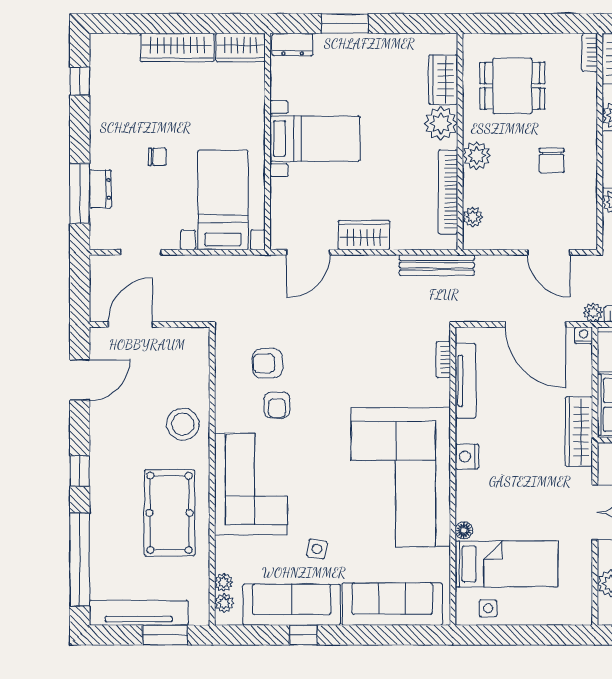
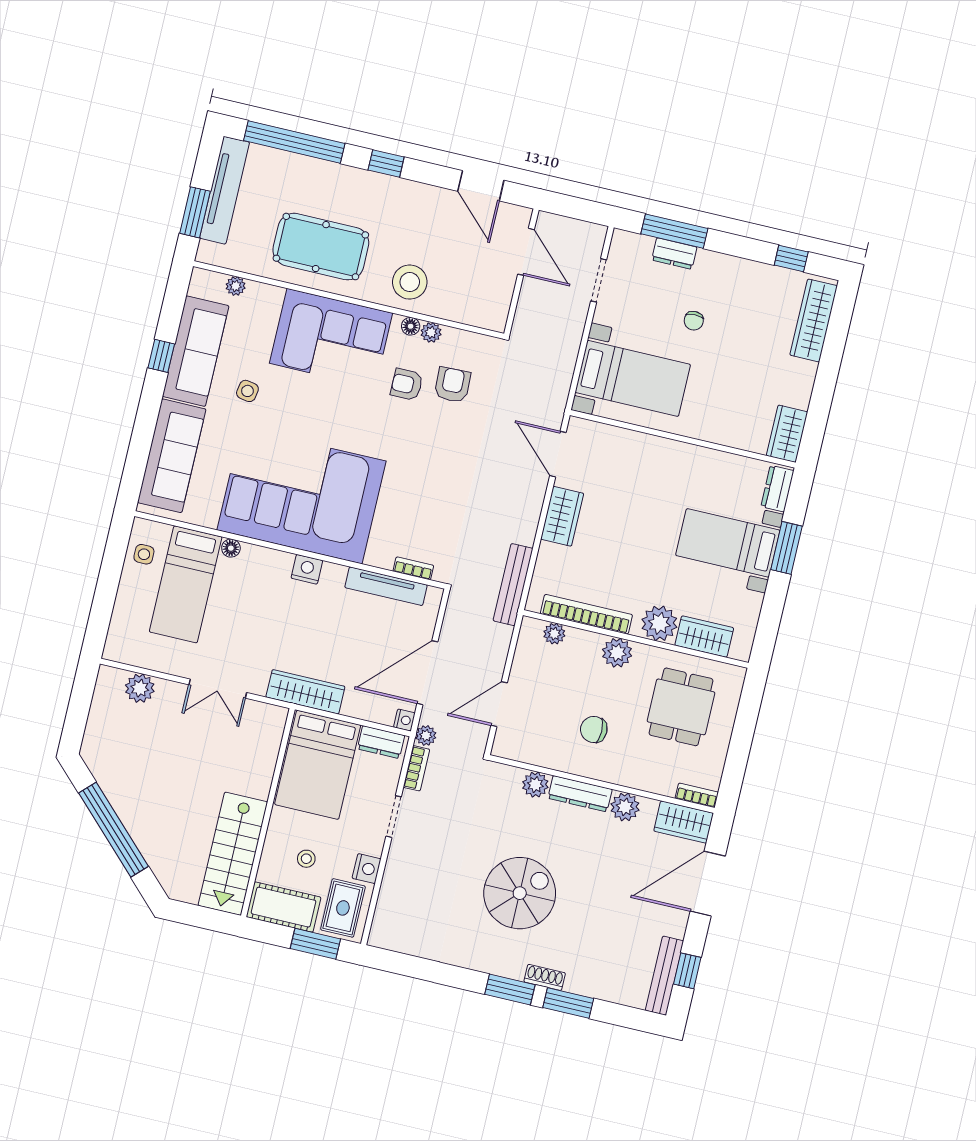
wardrobe: (177, 48) -> (814, 320), moved
bed with nightstands: (315, 139) -> (728, 543), moved, turned 90
floor lamp: (223, 414) -> (411, 326), added
plant: (224, 603) -> (431, 332), moved

